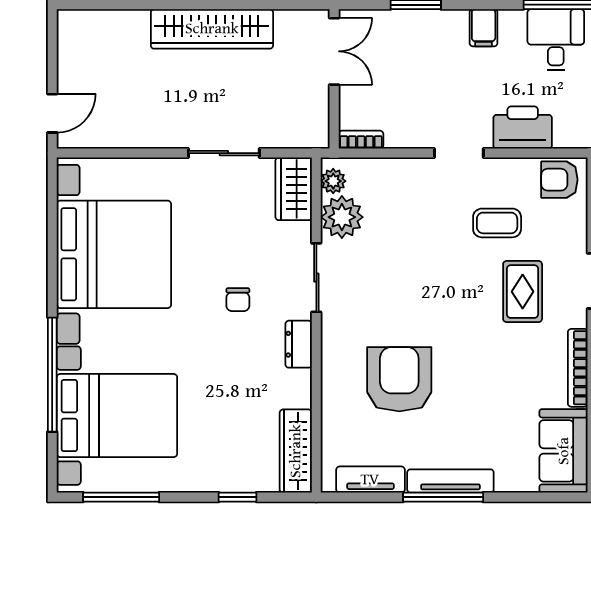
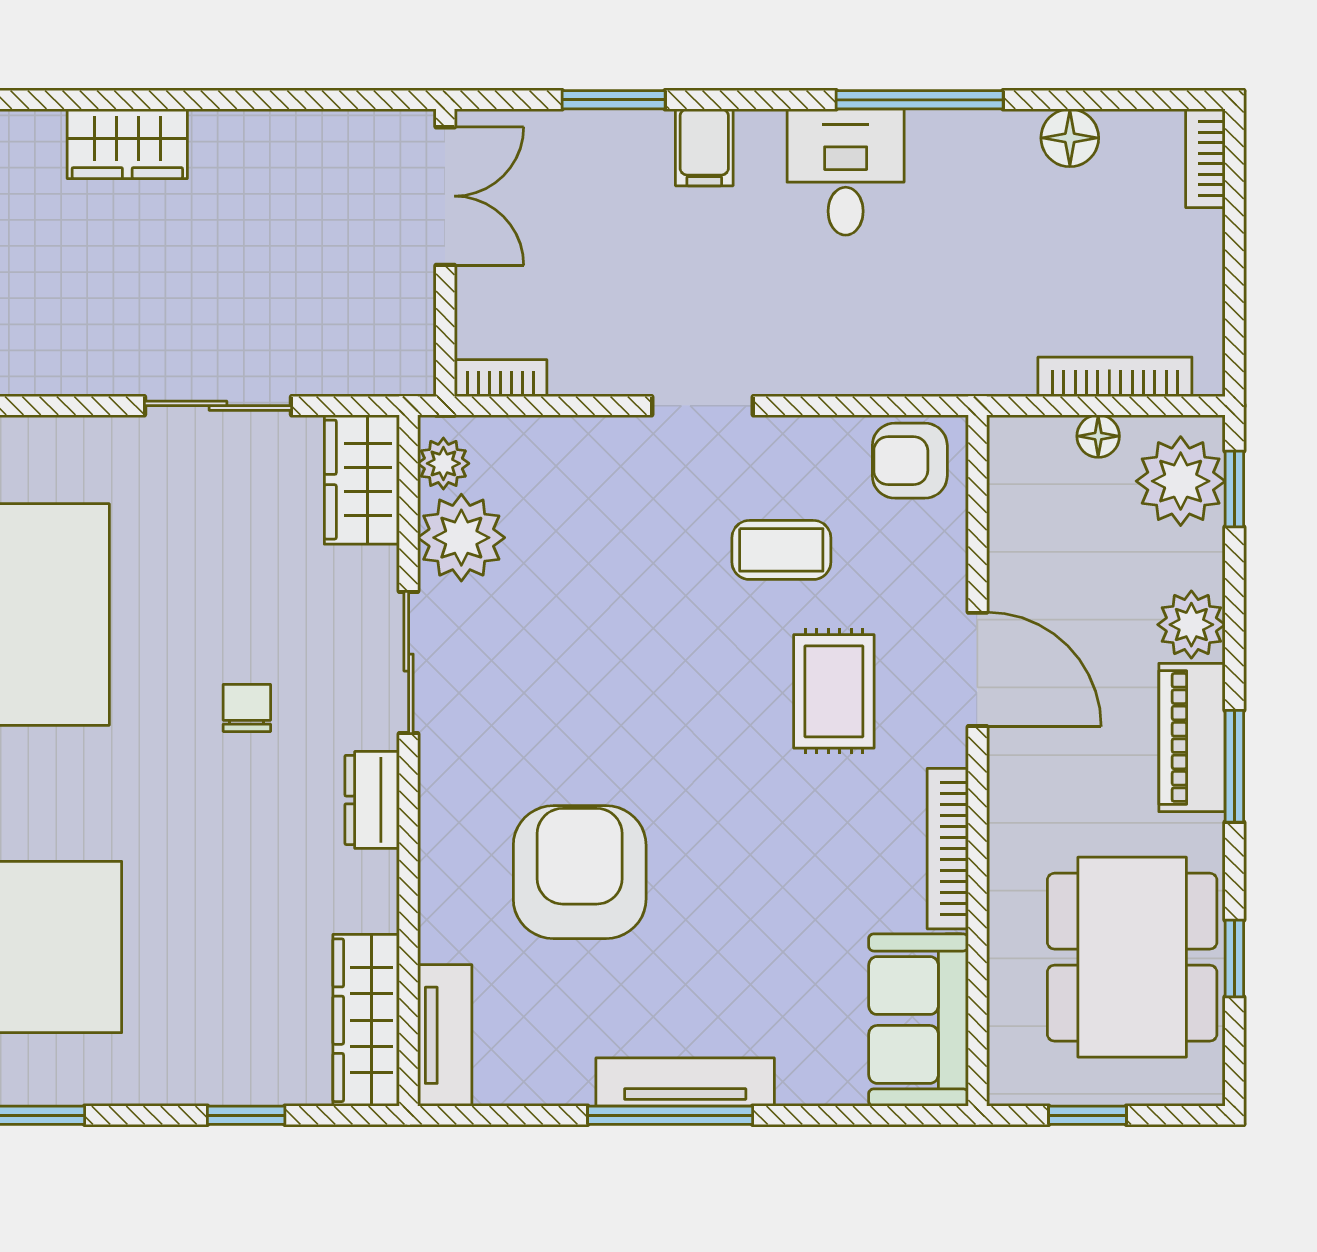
filing cabinet: (484, 28) -> (704, 147), moved
wardrobe: (212, 29) -> (127, 144), width x0.48, depth x0.85
desk: (556, 40) -> (846, 172), moved
printer: (523, 127) -> (834, 353), removed
chair: (238, 300) -> (247, 708), turned 180
tv unit: (370, 480) -> (445, 1035), moved, turned 90

